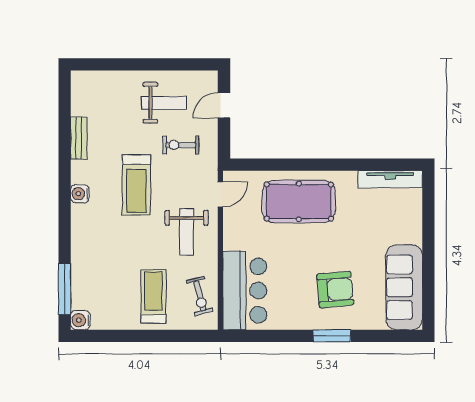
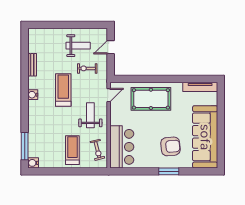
treadmill: (136, 185) -> (63, 90), turned 180
weight bench: (187, 232) -> (90, 115), turned 180
sofa: (404, 287) -> (205, 137), width x1.36, depth x1.27

